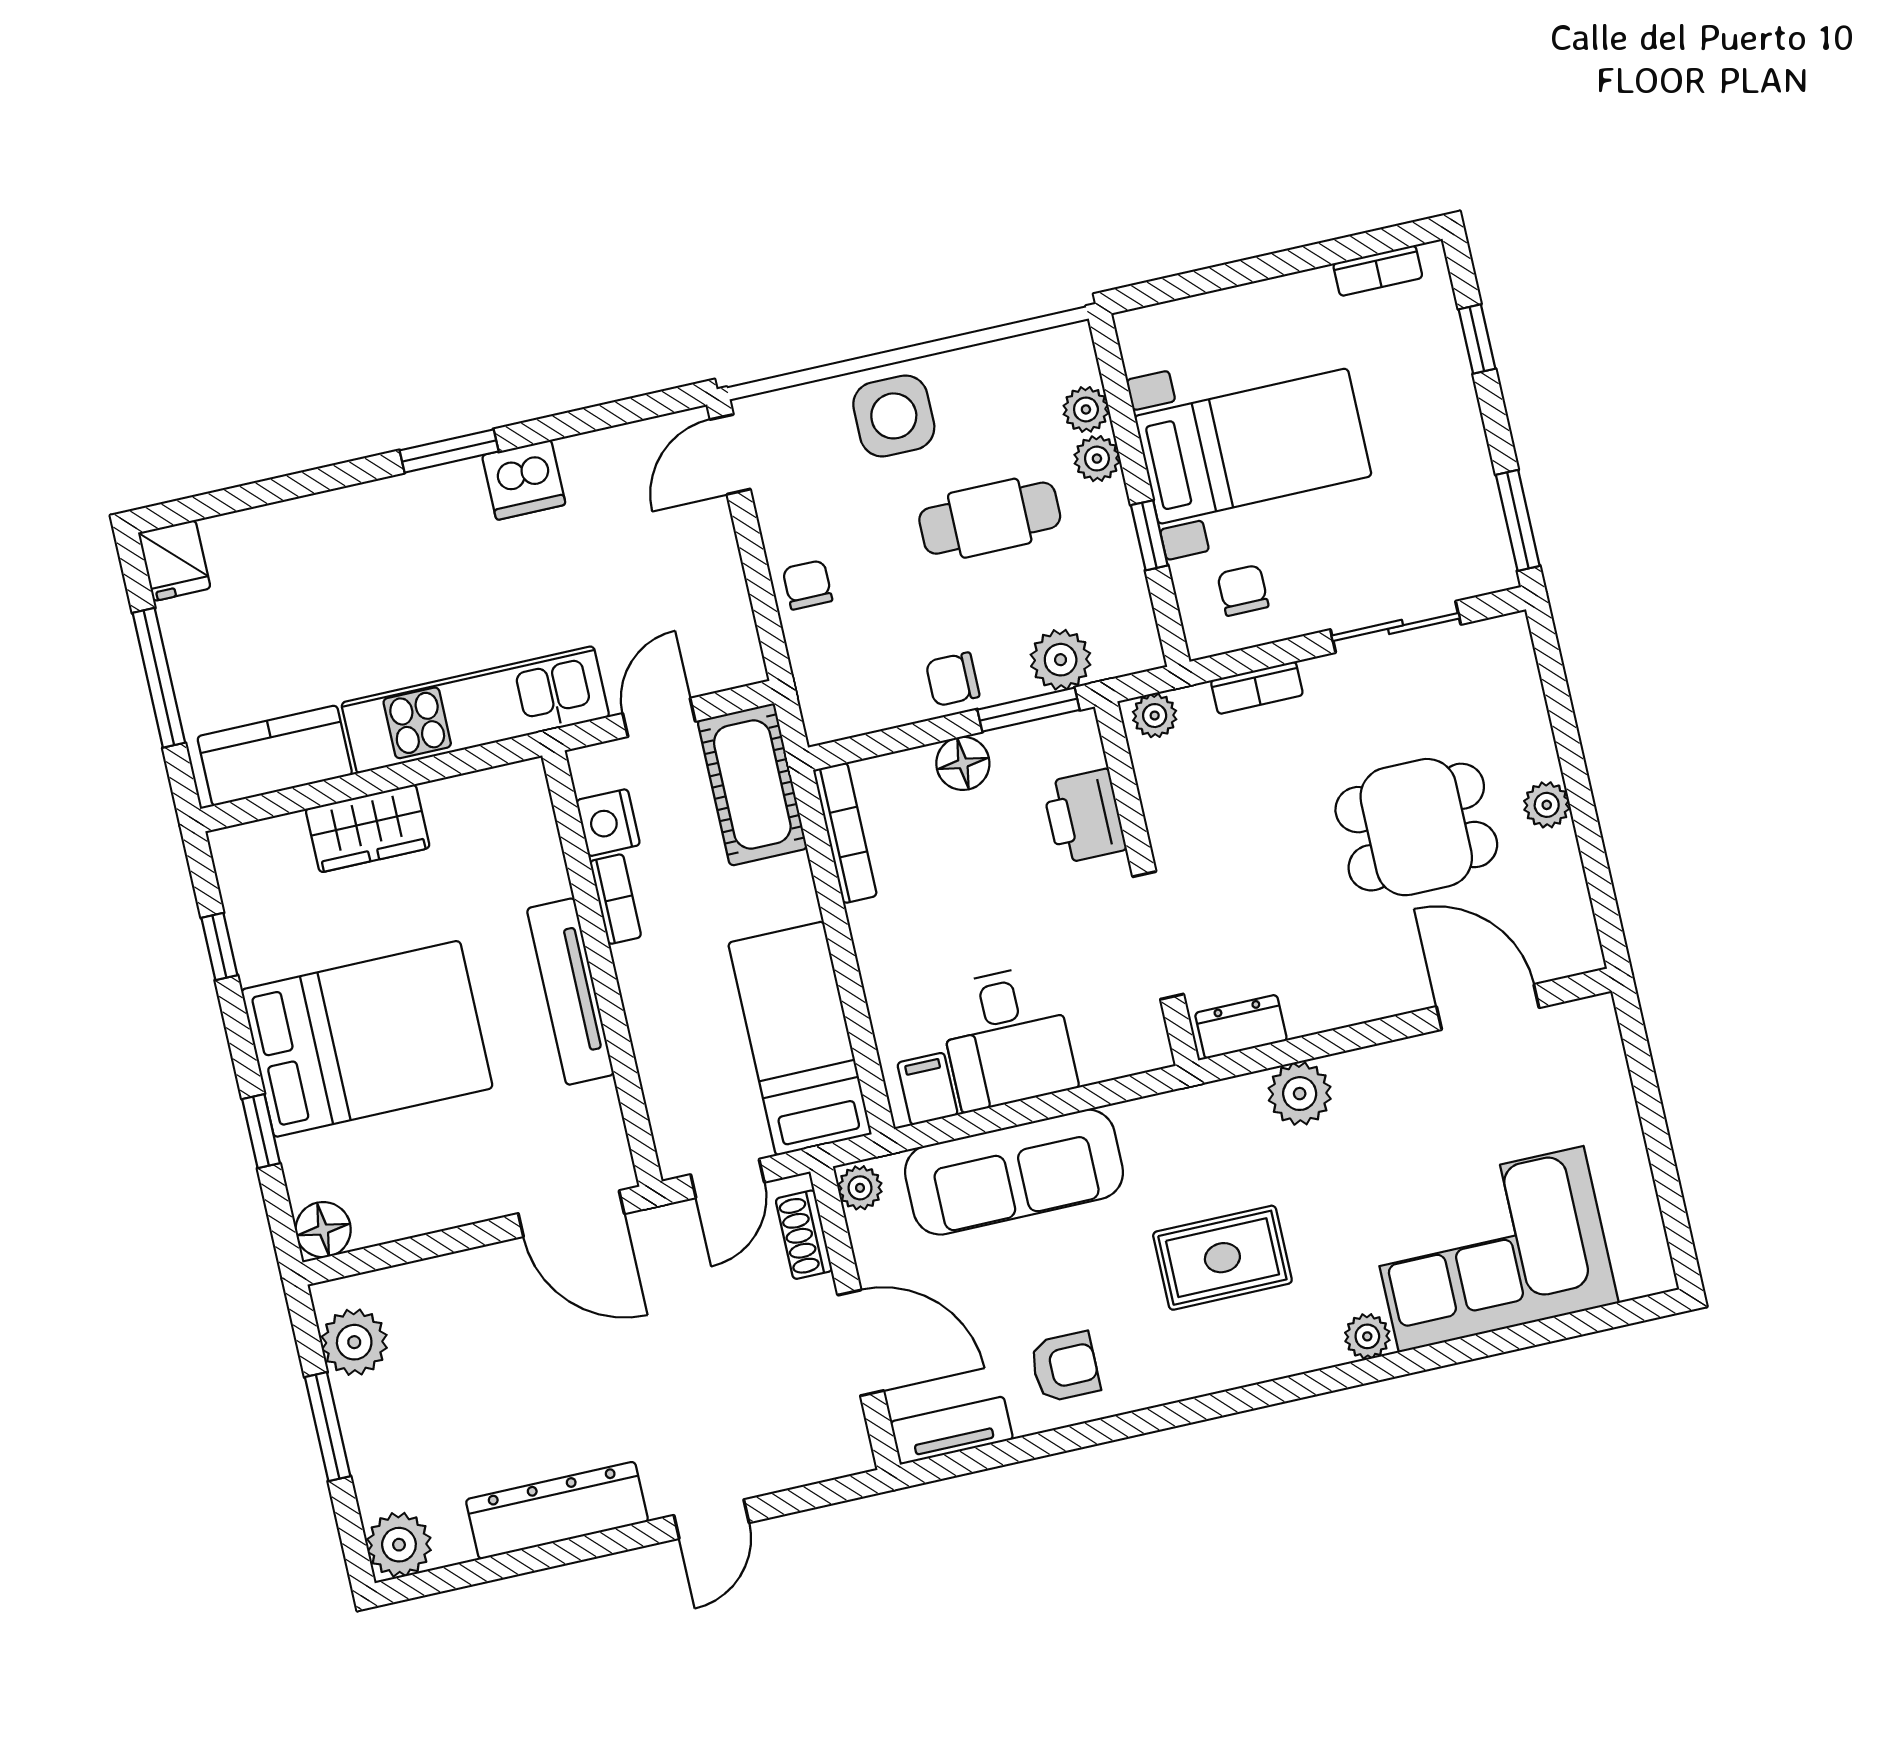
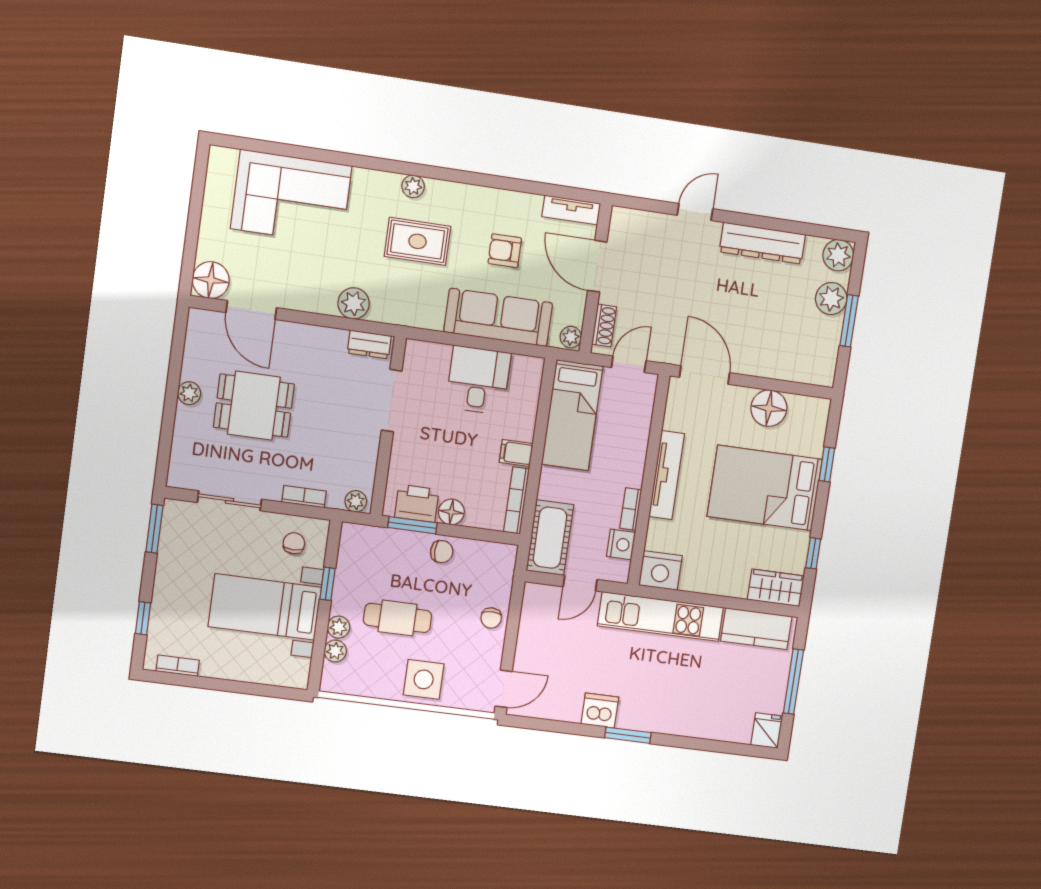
chair: (1243, 590) -> (294, 543), turned 180
plant: (1061, 660) -> (389, 542), removed
nightstand: (510, 800) -> (660, 571), added
printer: (1084, 816) -> (417, 503), moved, turned -90
wardrobe: (368, 828) -> (776, 588), moved
floor lamp: (1584, 1035) -> (211, 280), added
filing cabinet: (928, 1089) -> (516, 453), moved, turned 90
floor lamp: (323, 1230) -> (769, 408), moved, width x1.38, depth x1.38
plant: (1367, 1336) -> (413, 186), moved
plant: (354, 1342) -> (831, 299), moved
armchair: (1065, 1367) -> (505, 251), moved

